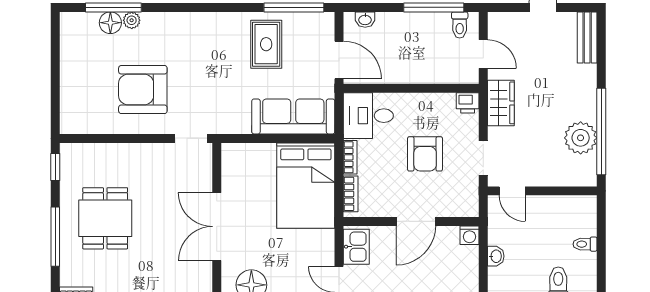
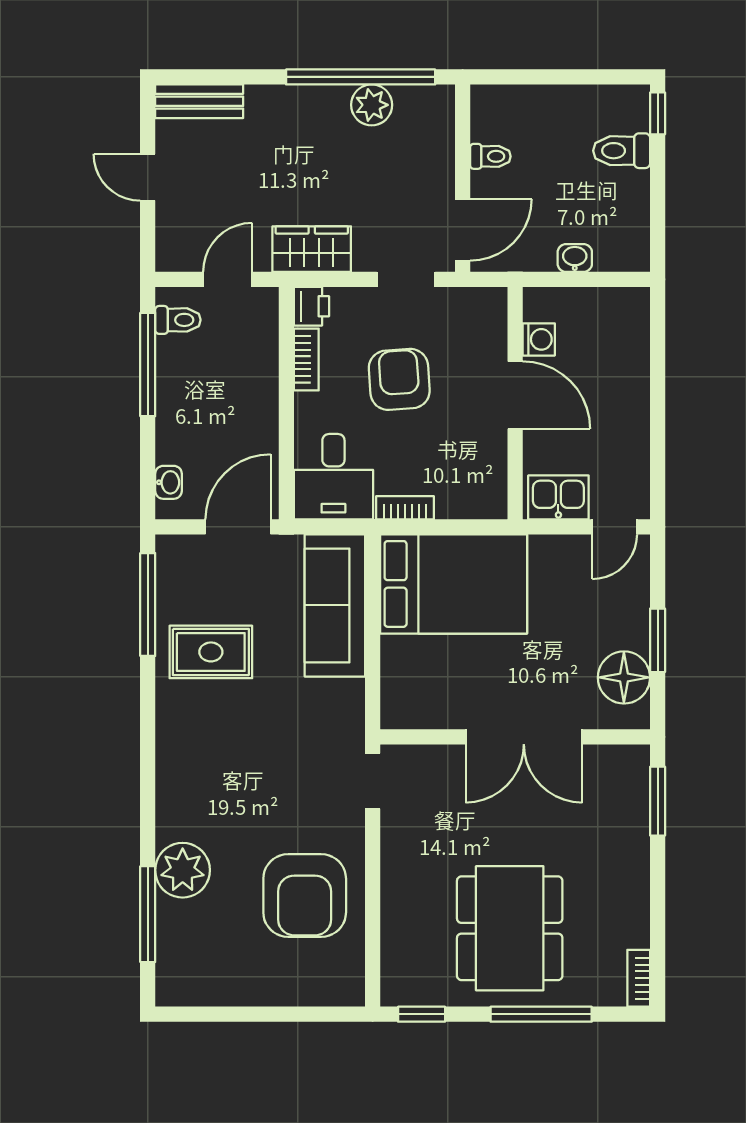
plant: (132, 20) -> (183, 870), width x1.88, depth x1.88
floor lamp: (110, 23) -> (174, 919), removed
armchair: (143, 90) -> (305, 896), moved
plant: (581, 138) -> (372, 105), width x0.73, depth x0.73
armchair: (425, 154) -> (399, 379), turned -94
door: (512, 191) -> (463, 230), width x1.38
bookcase: (351, 194) -> (306, 359), moved, turned 90
dining table: (105, 218) -> (510, 928), width x1.38
washing machine: (469, 235) -> (539, 339), moved
toilet: (585, 244) -> (490, 156), moved, turned -90

